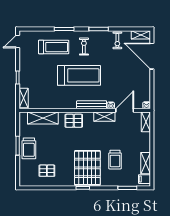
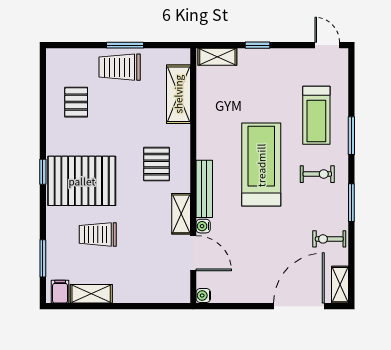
treadmill: (79, 75) -> (261, 165), turned 180
pallet: (74, 121) -> (156, 164), moved
shelving: (146, 122) -> (171, 294), removed

